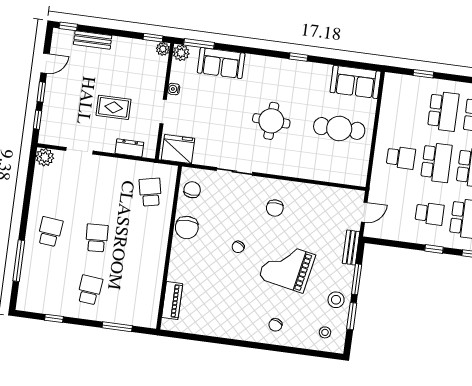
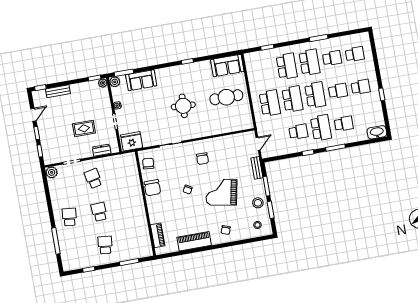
school desk: (401, 158) -> (270, 103), width x1.85
school desk: (150, 192) -> (93, 179), moved
piano: (223, 327) -> (194, 241), added

